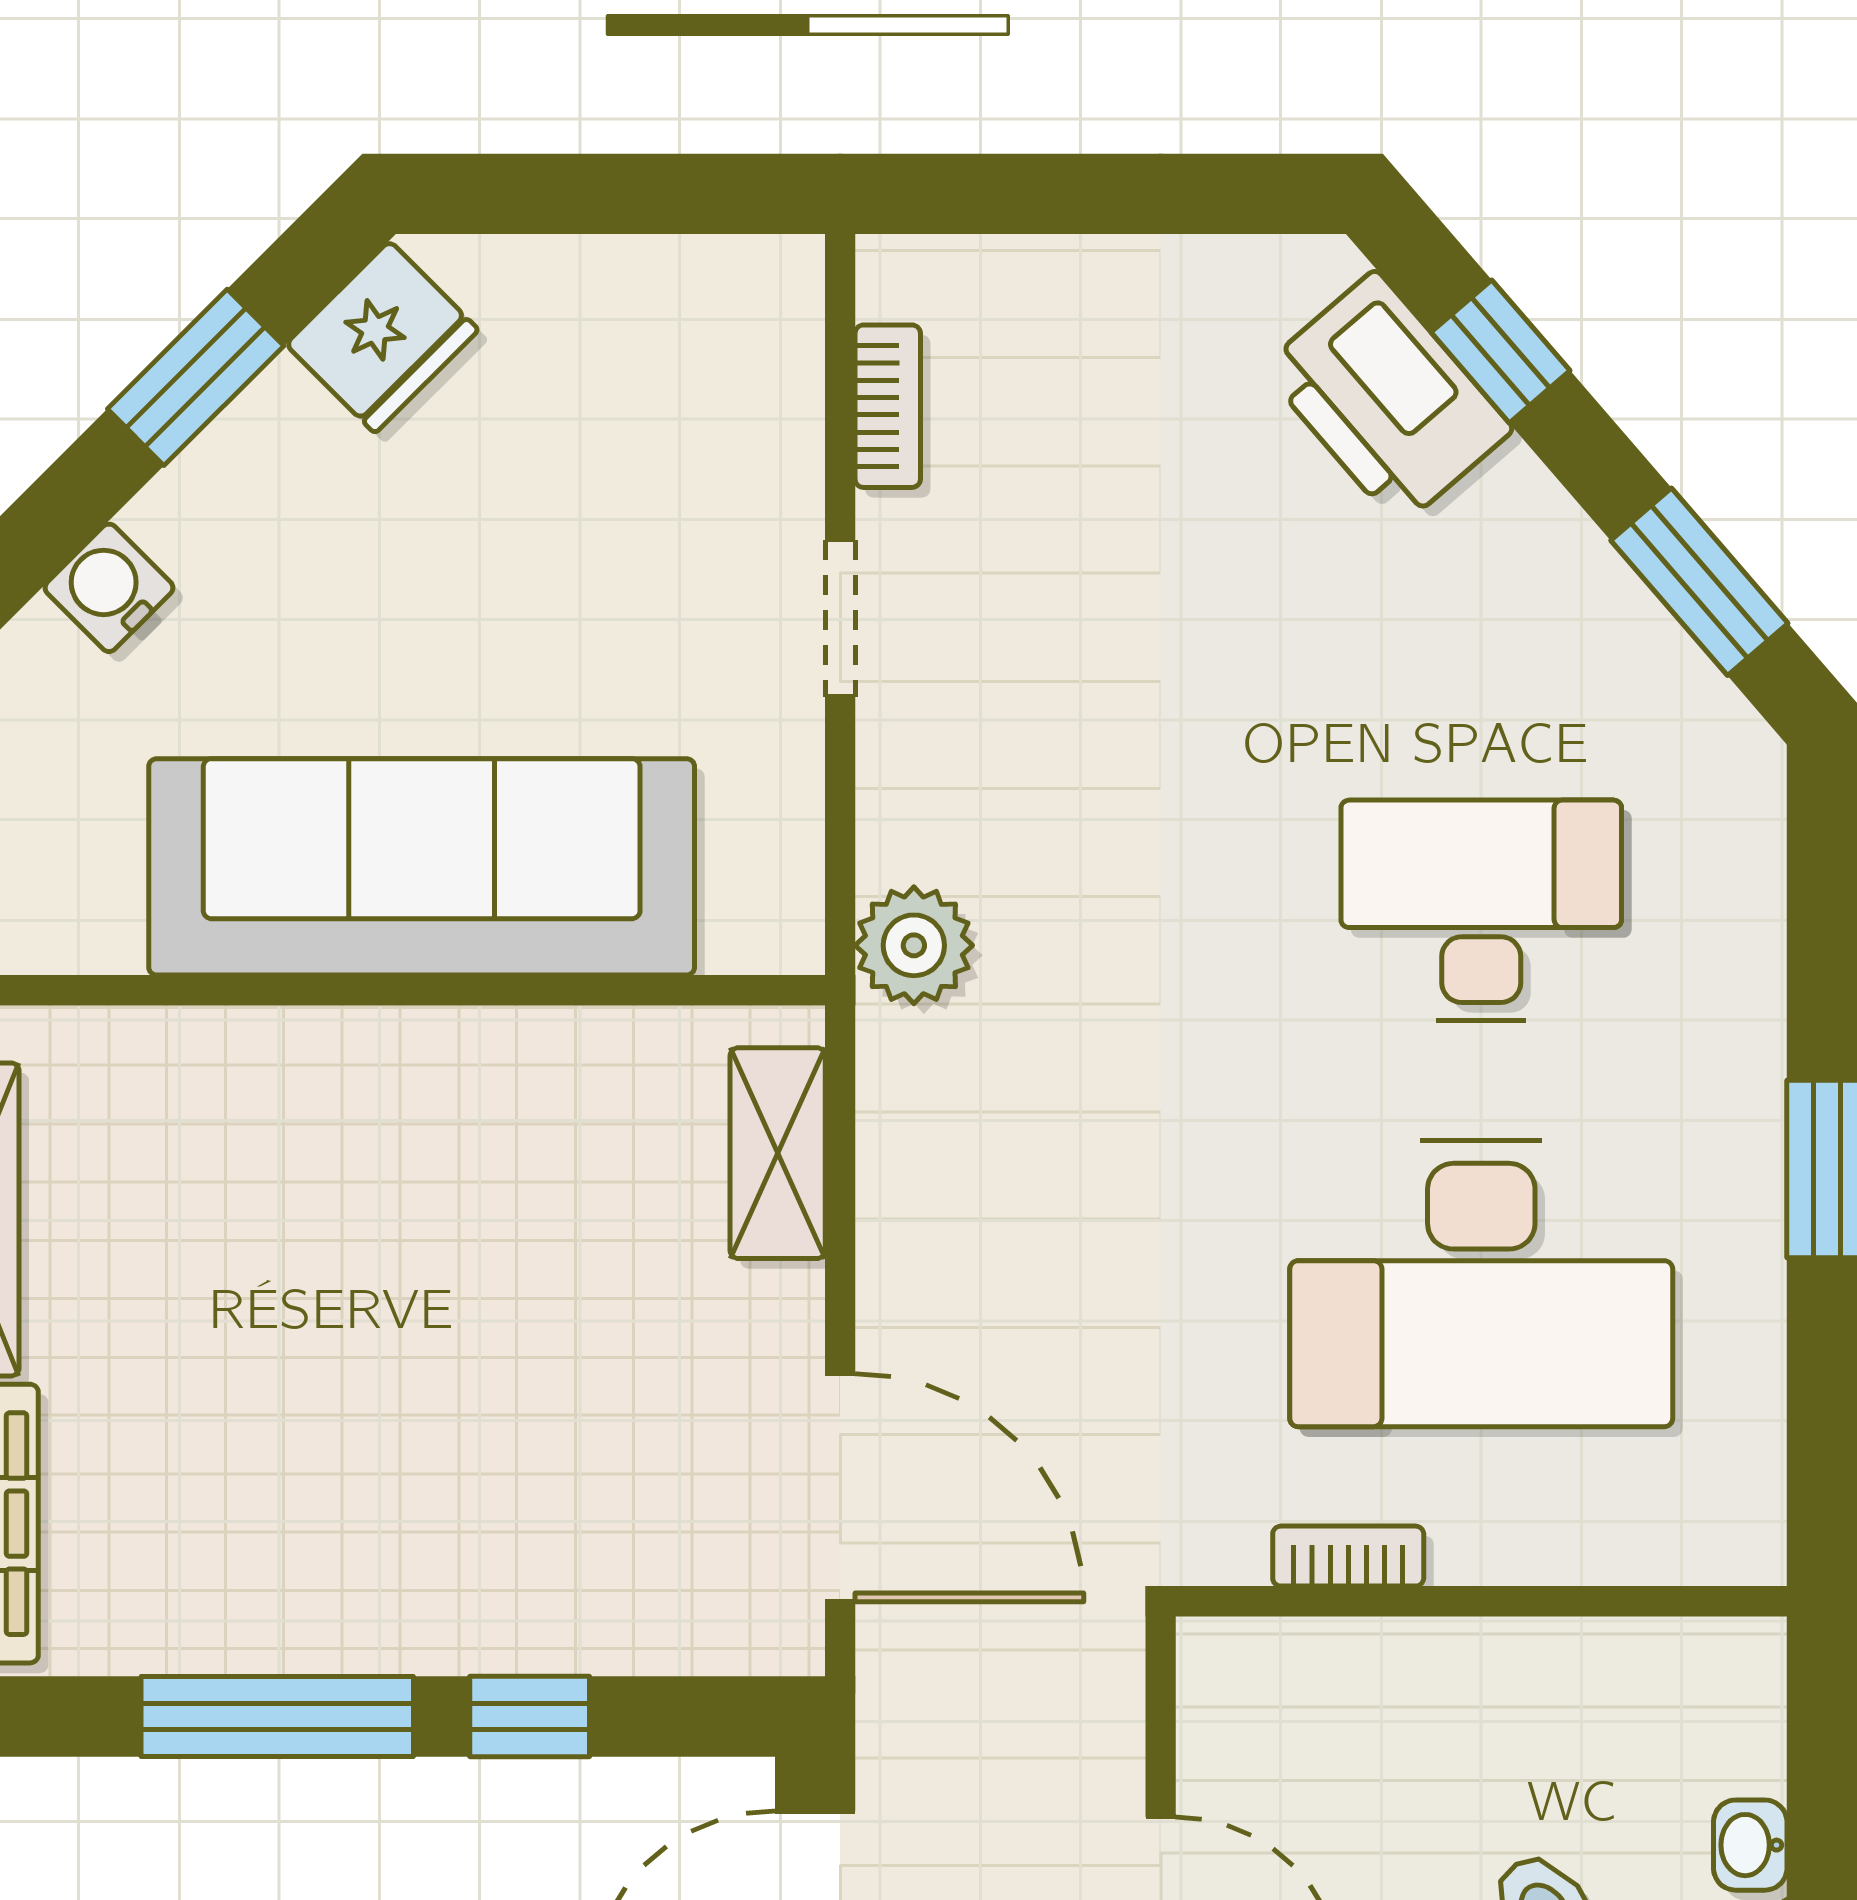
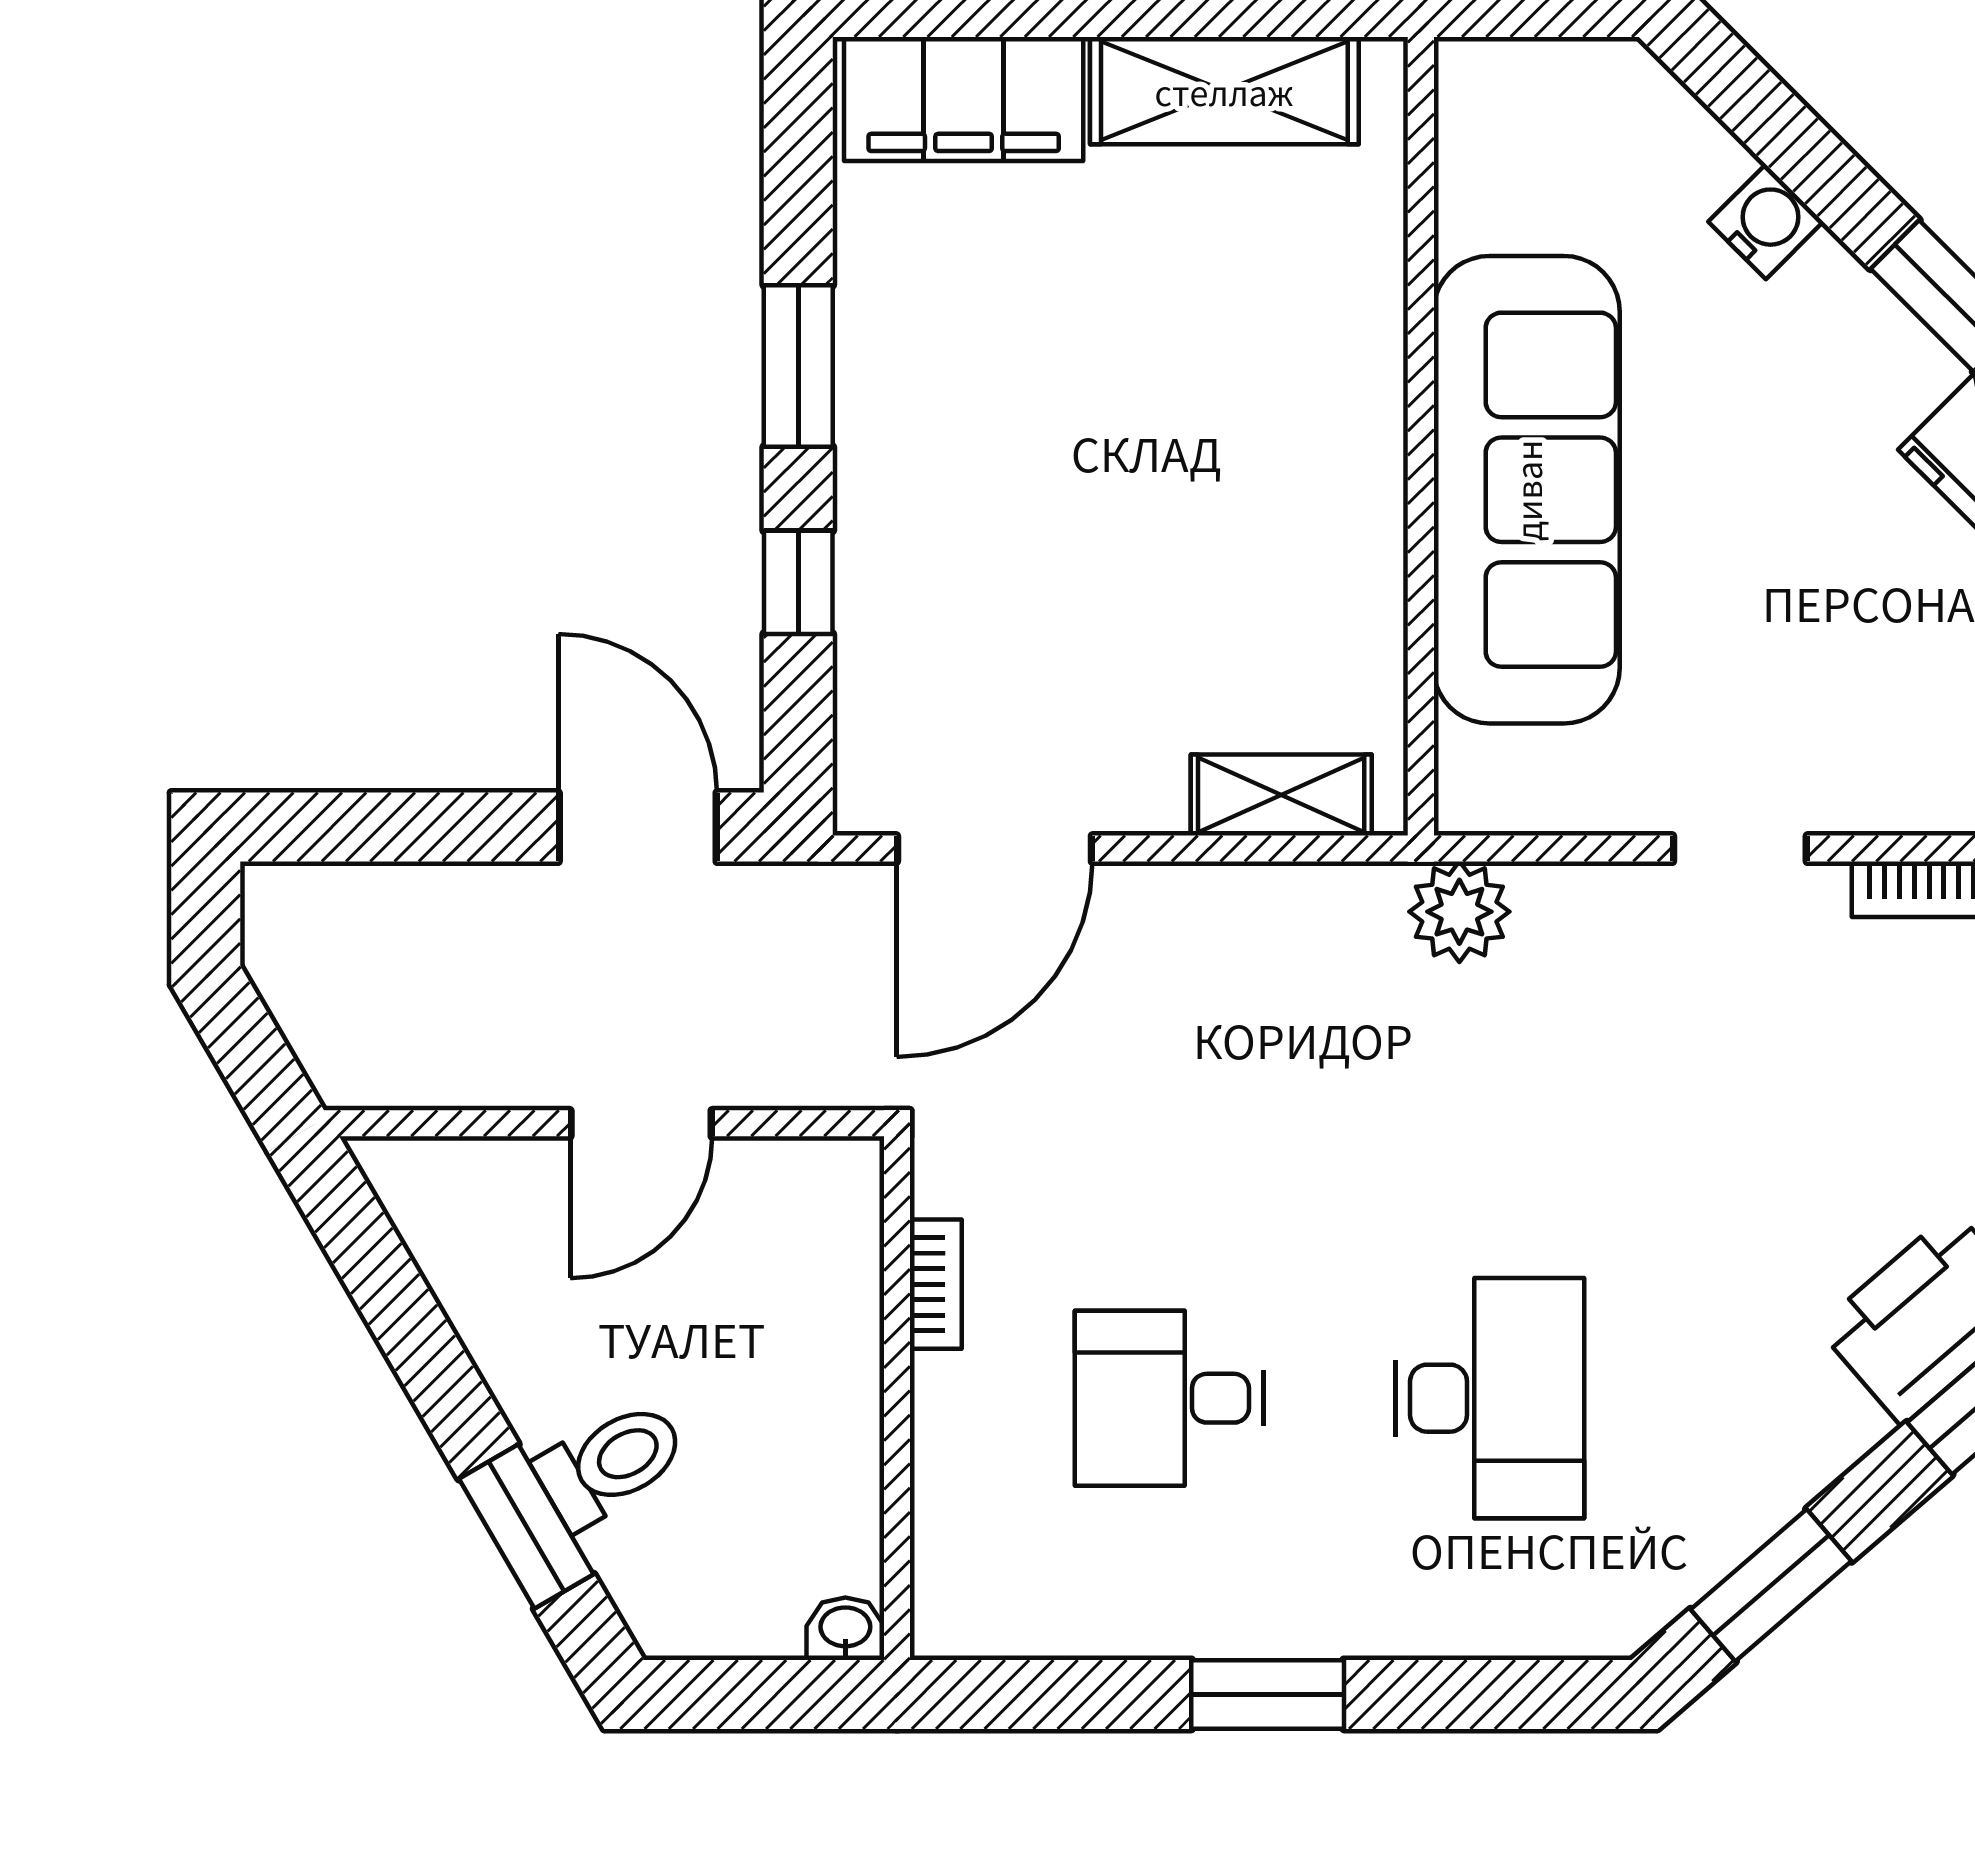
desk: (1481, 1284) -> (1169, 1398), width x0.53, depth x0.77
window: (277, 1716) -> (798, 366), width x0.69
washbasin: (1750, 1845) -> (845, 1629), moved

